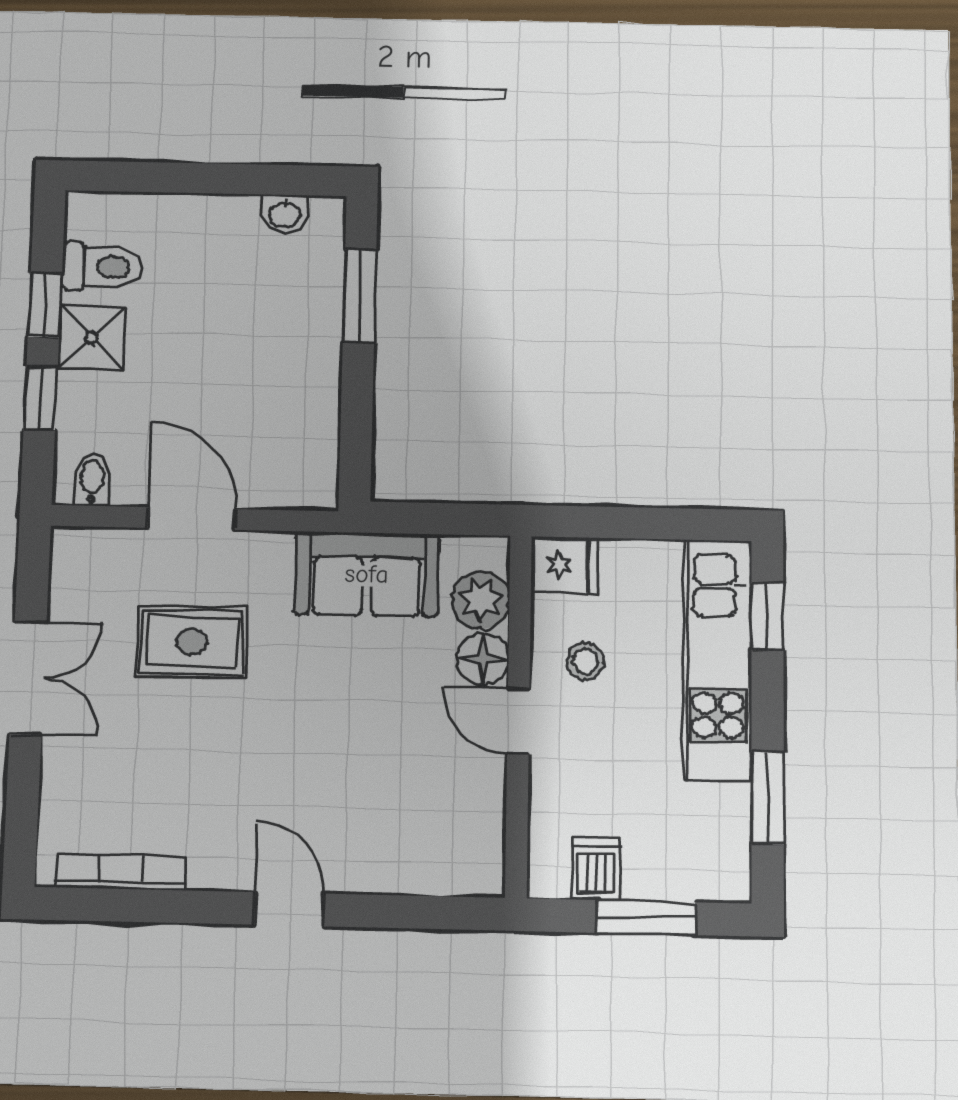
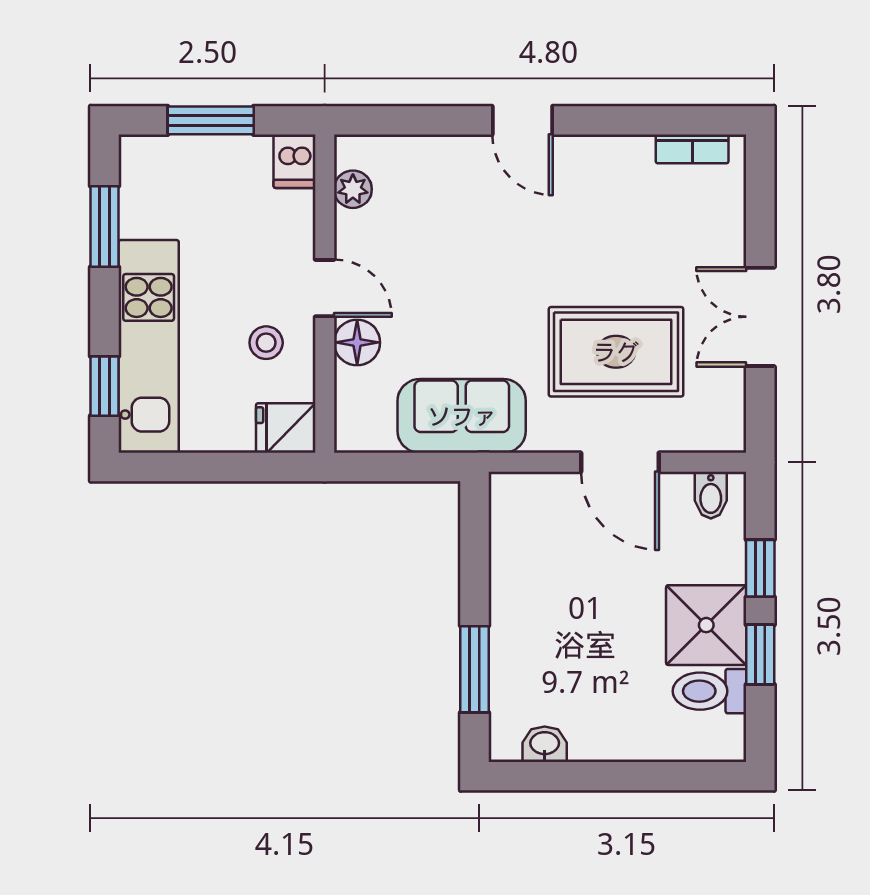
shower: (91, 338) -> (706, 625), width x1.36, depth x1.36
plant: (481, 600) -> (353, 189), moved, width x0.73, depth x0.73
rug: (192, 642) -> (616, 352), width x1.36, depth x1.43
dishwasher: (596, 869) -> (295, 161), moved
bookcase: (120, 872) -> (692, 149), width x0.64

